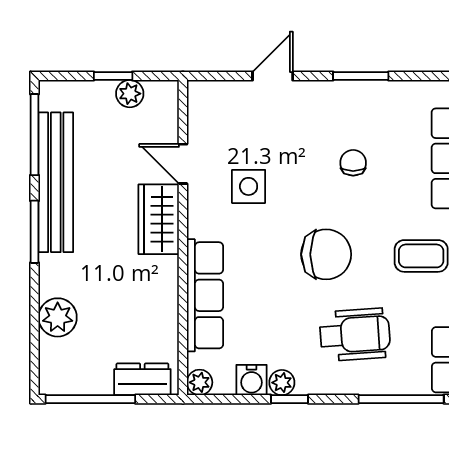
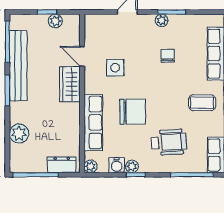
plant: (341, 92) -> (162, 20), added
chair: (326, 254) -> (133, 112), moved

